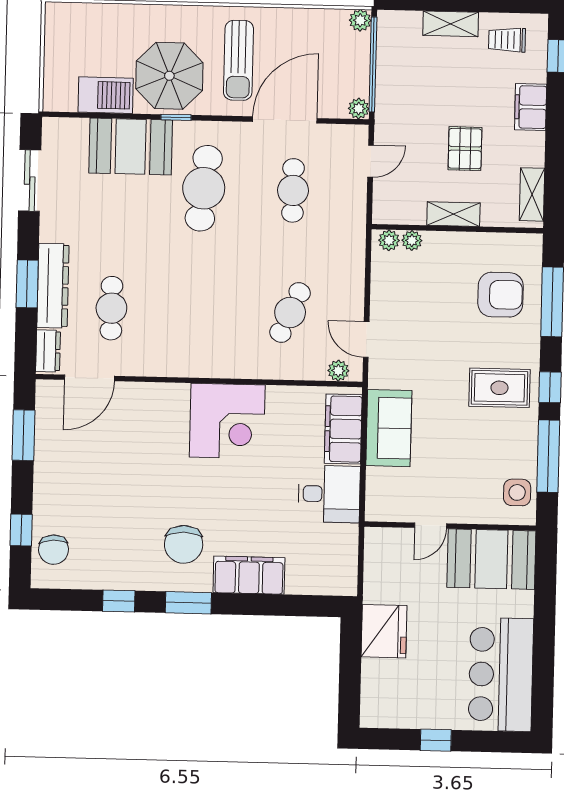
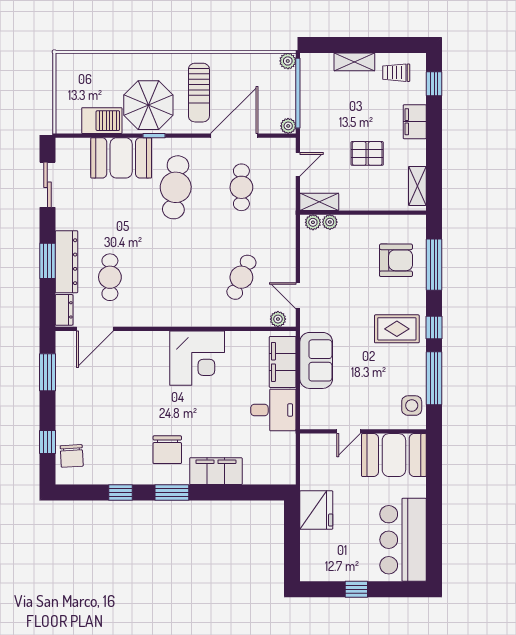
pallet: (465, 149) -> (367, 153), turned 90
shelving: (453, 214) -> (319, 202), moved

